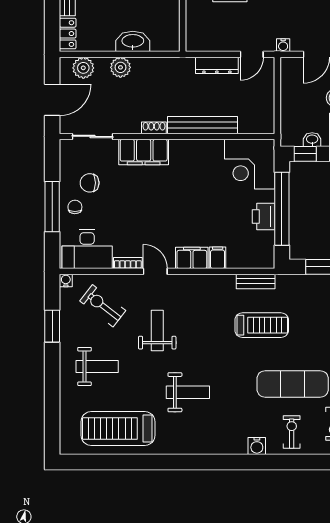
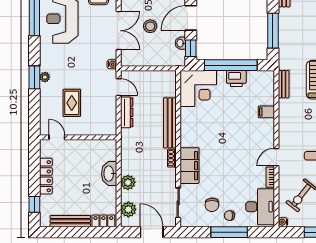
filing cabinet: (192, 258) -> (266, 131), removed

